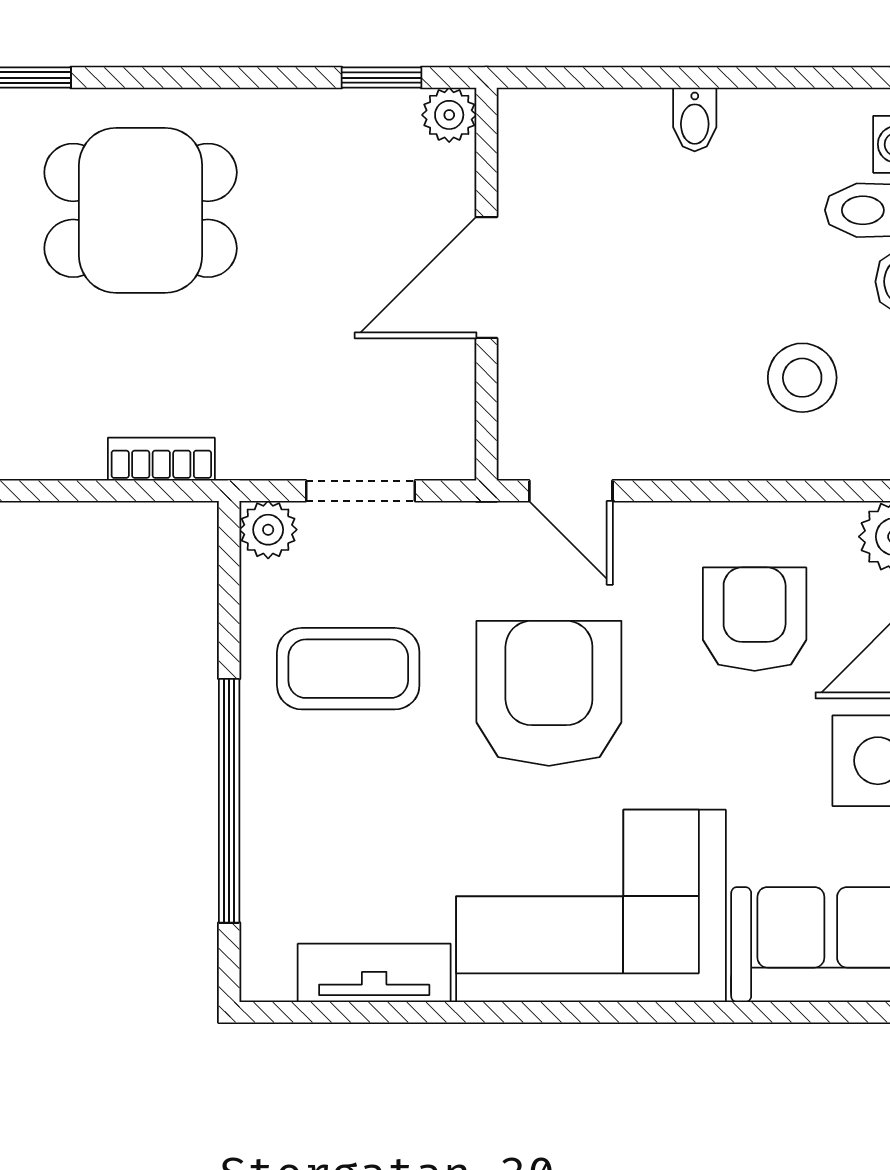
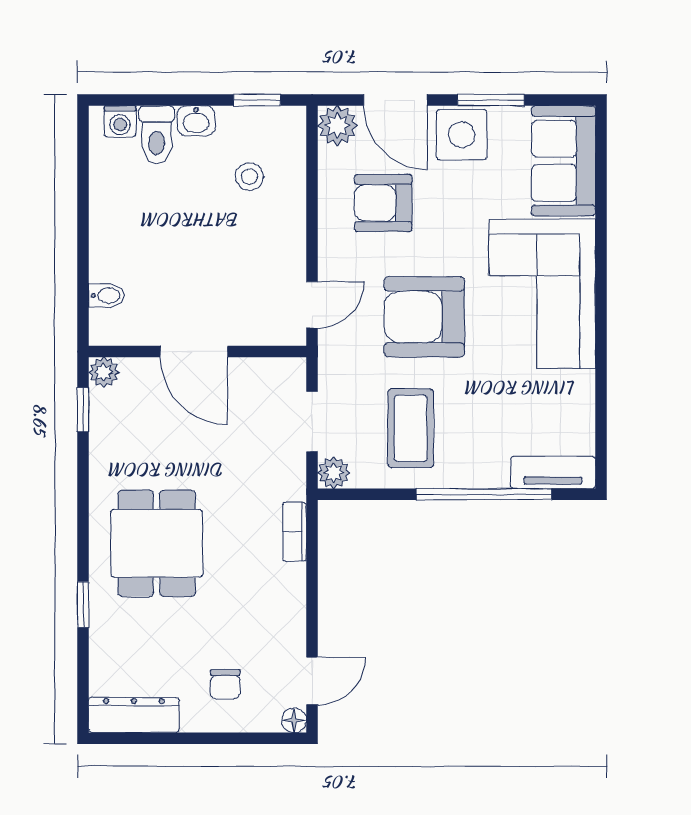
bidet: (695, 120) -> (106, 295), moved
stool: (802, 378) -> (249, 177), width x0.73, depth x0.73
tv unit: (374, 973) -> (553, 472), moved, turned 90

